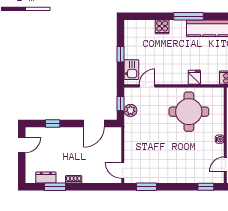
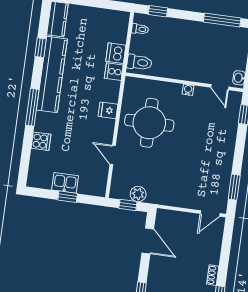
kitchen sink: (131, 70) -> (65, 183), moved
door: (147, 86) -> (113, 155), moved

